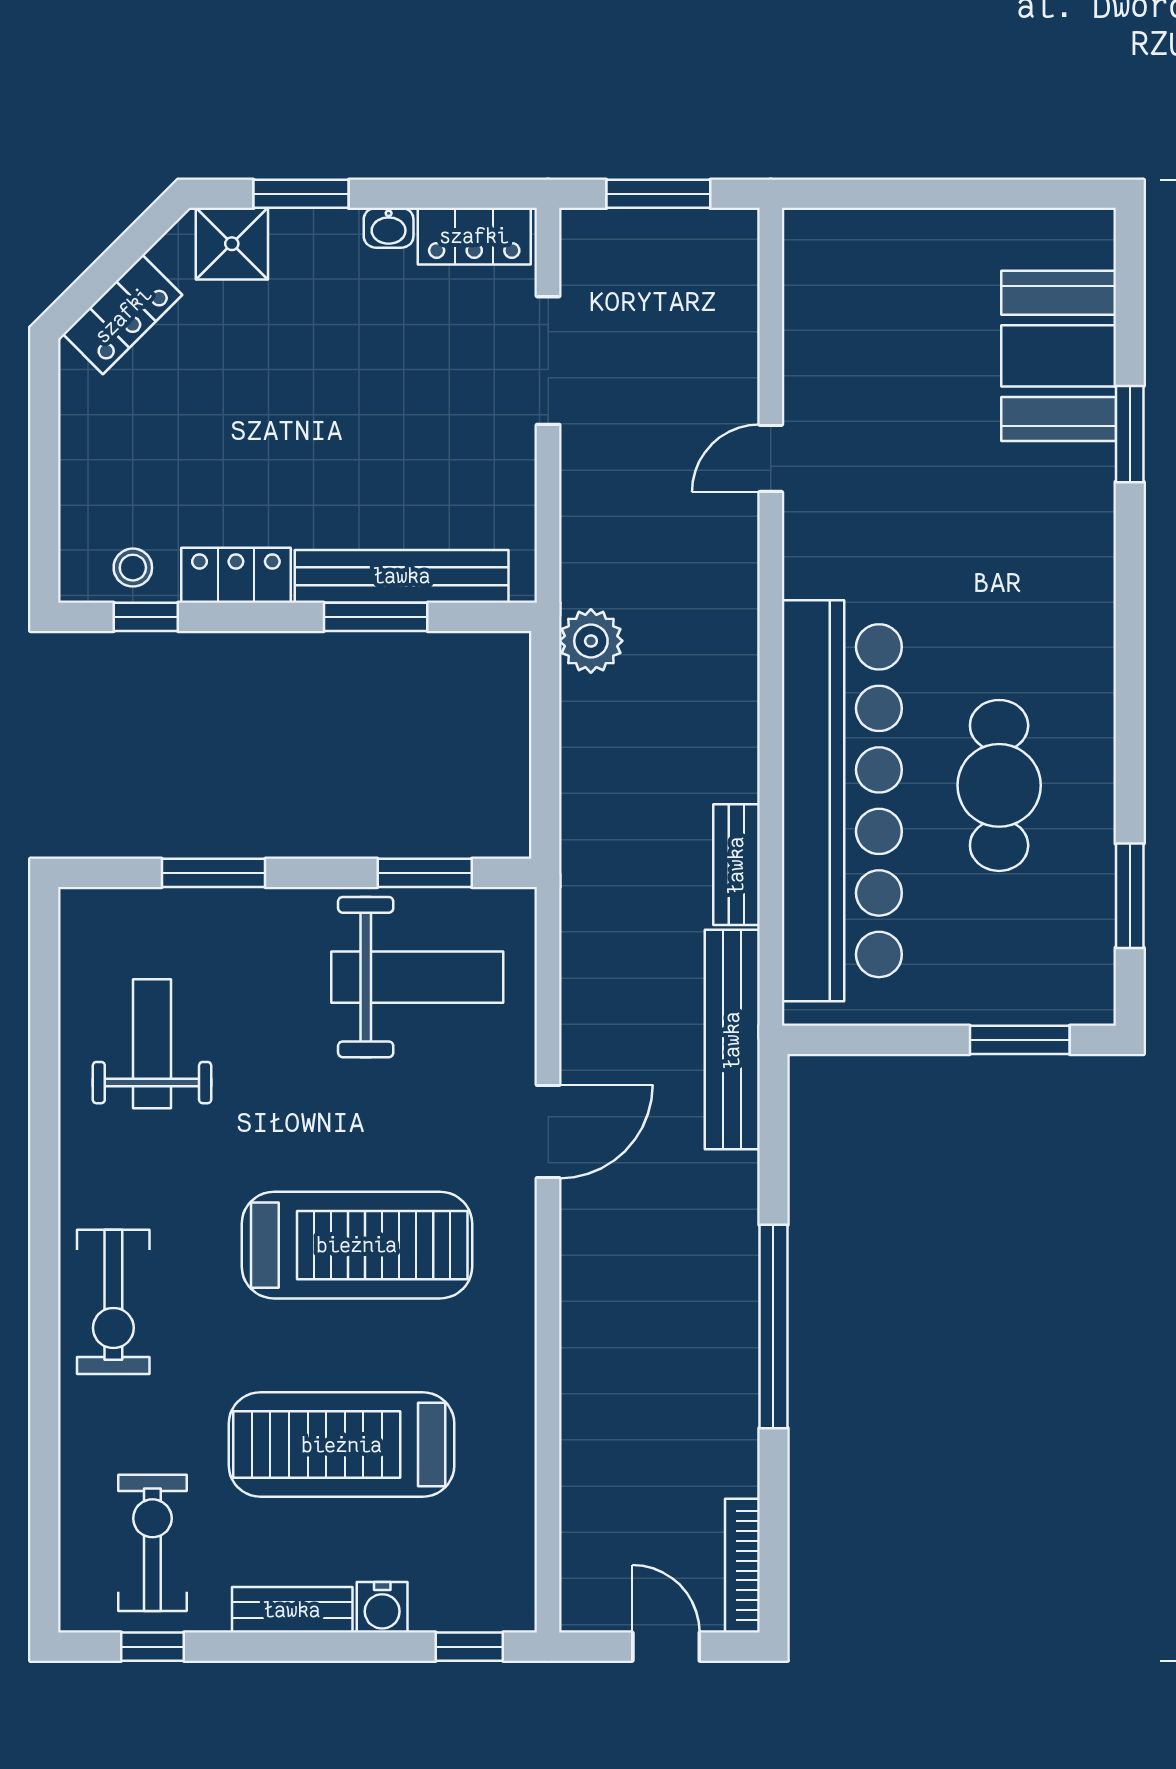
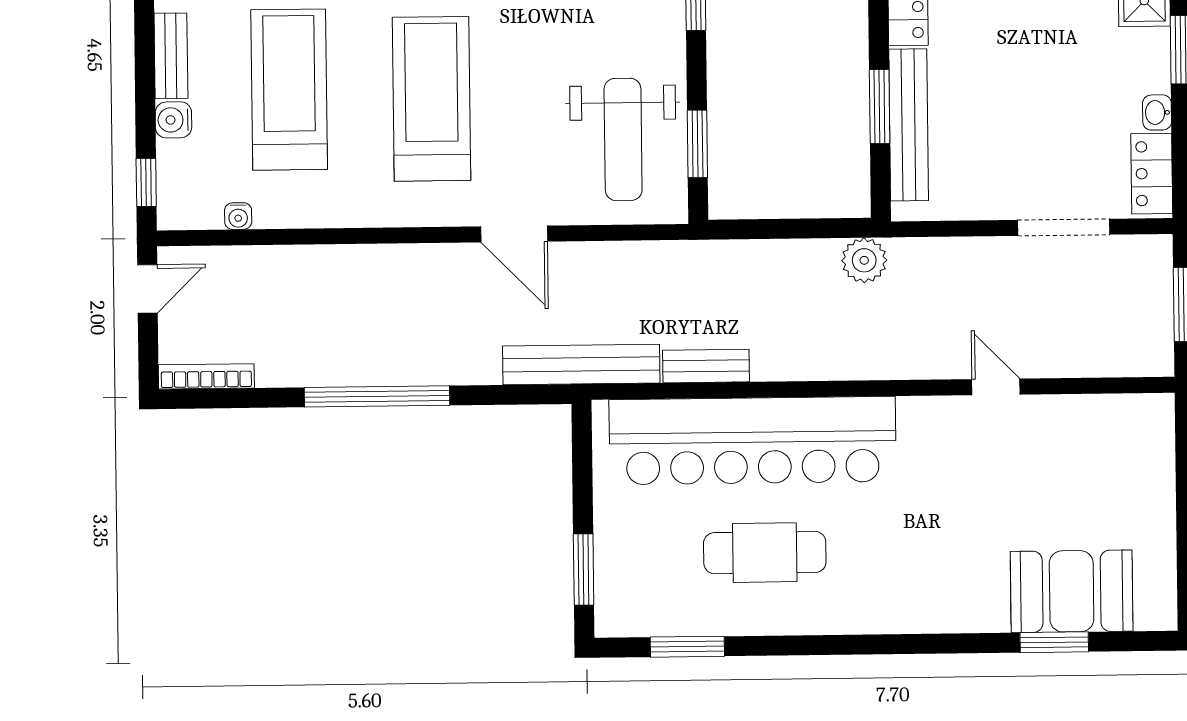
window: (1130, 434) -> (1054, 642), moved
treadmill: (357, 1245) -> (431, 99), turned 180
water cooler: (518, 1518) -> (238, 216), added
door: (666, 1647) -> (147, 289), moved

